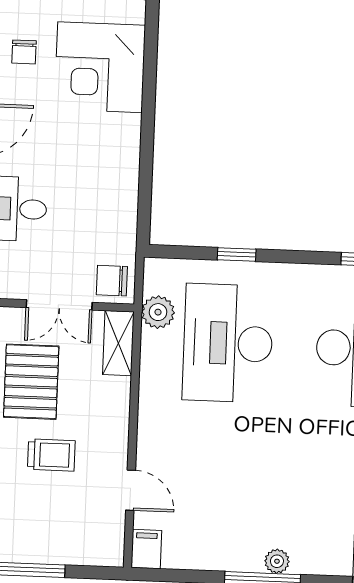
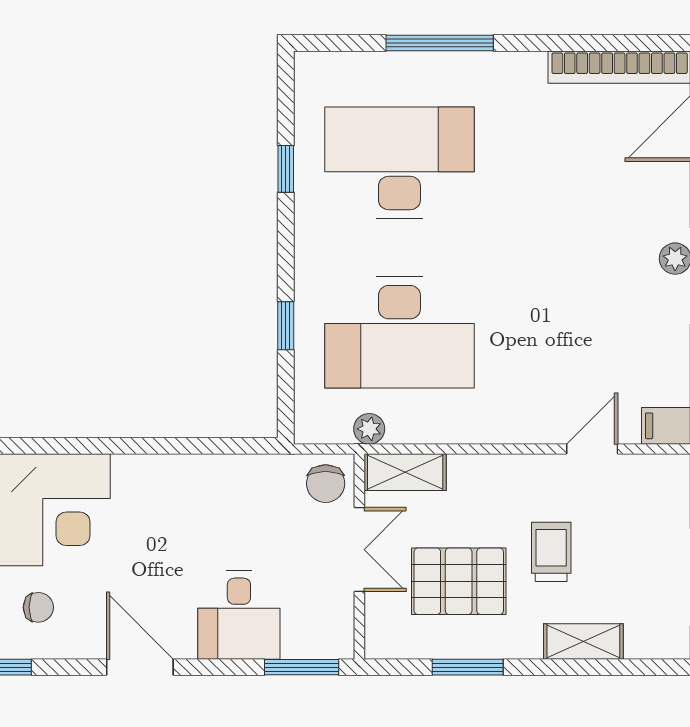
plant: (158, 312) -> (369, 429), width x0.73, depth x0.73

